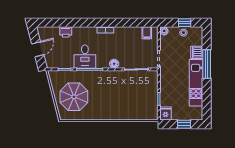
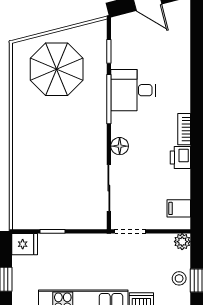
printer: (66, 32) -> (180, 157), moved

